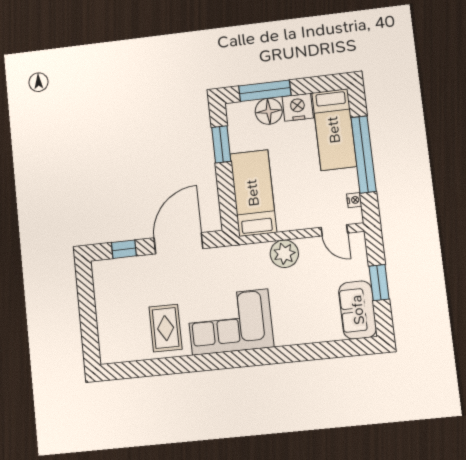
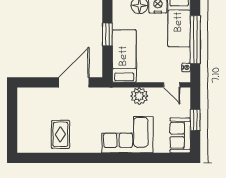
window: (221, 144) -> (107, 34), moved
window: (124, 249) -> (39, 82), removed
corner sofa: (230, 322) -> (128, 135), moved

